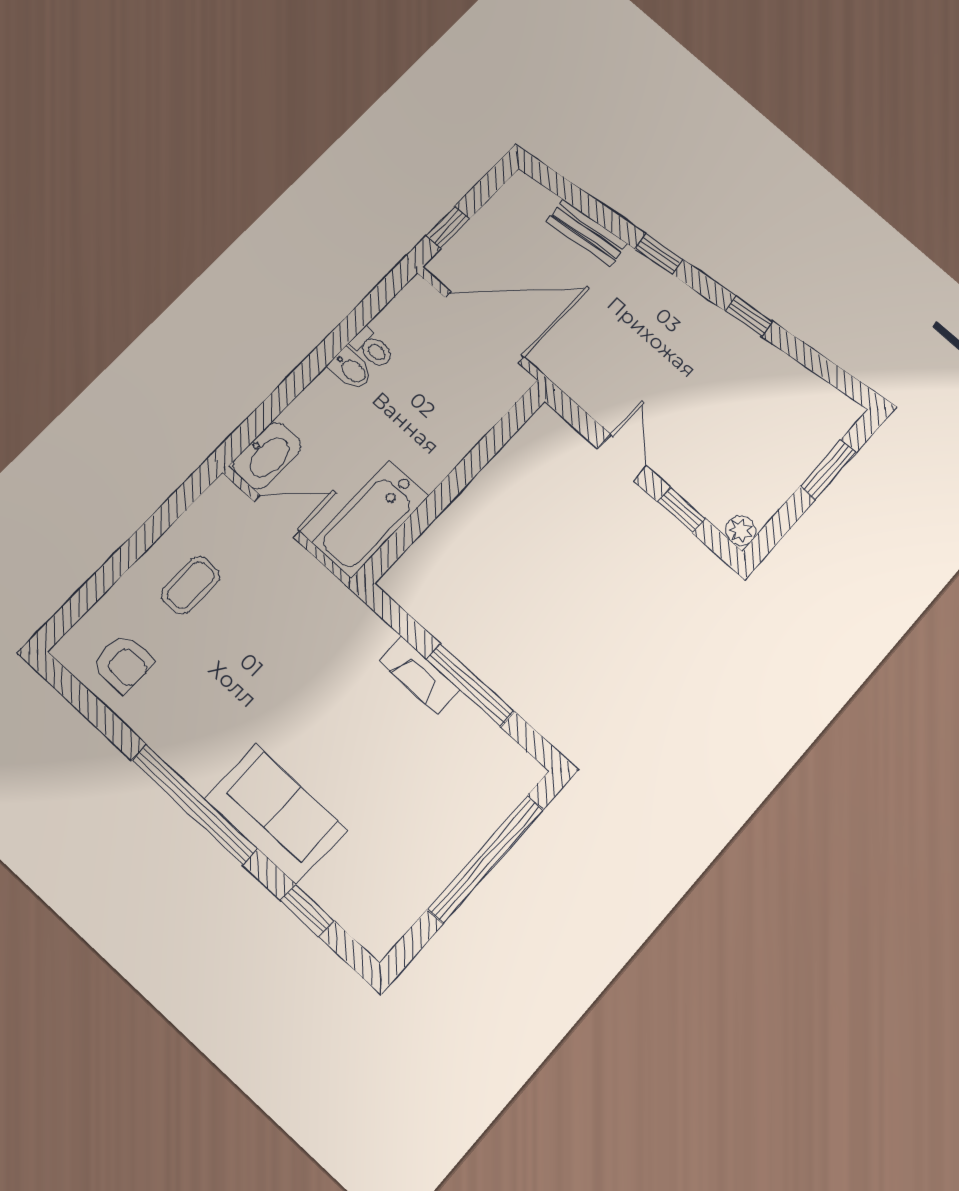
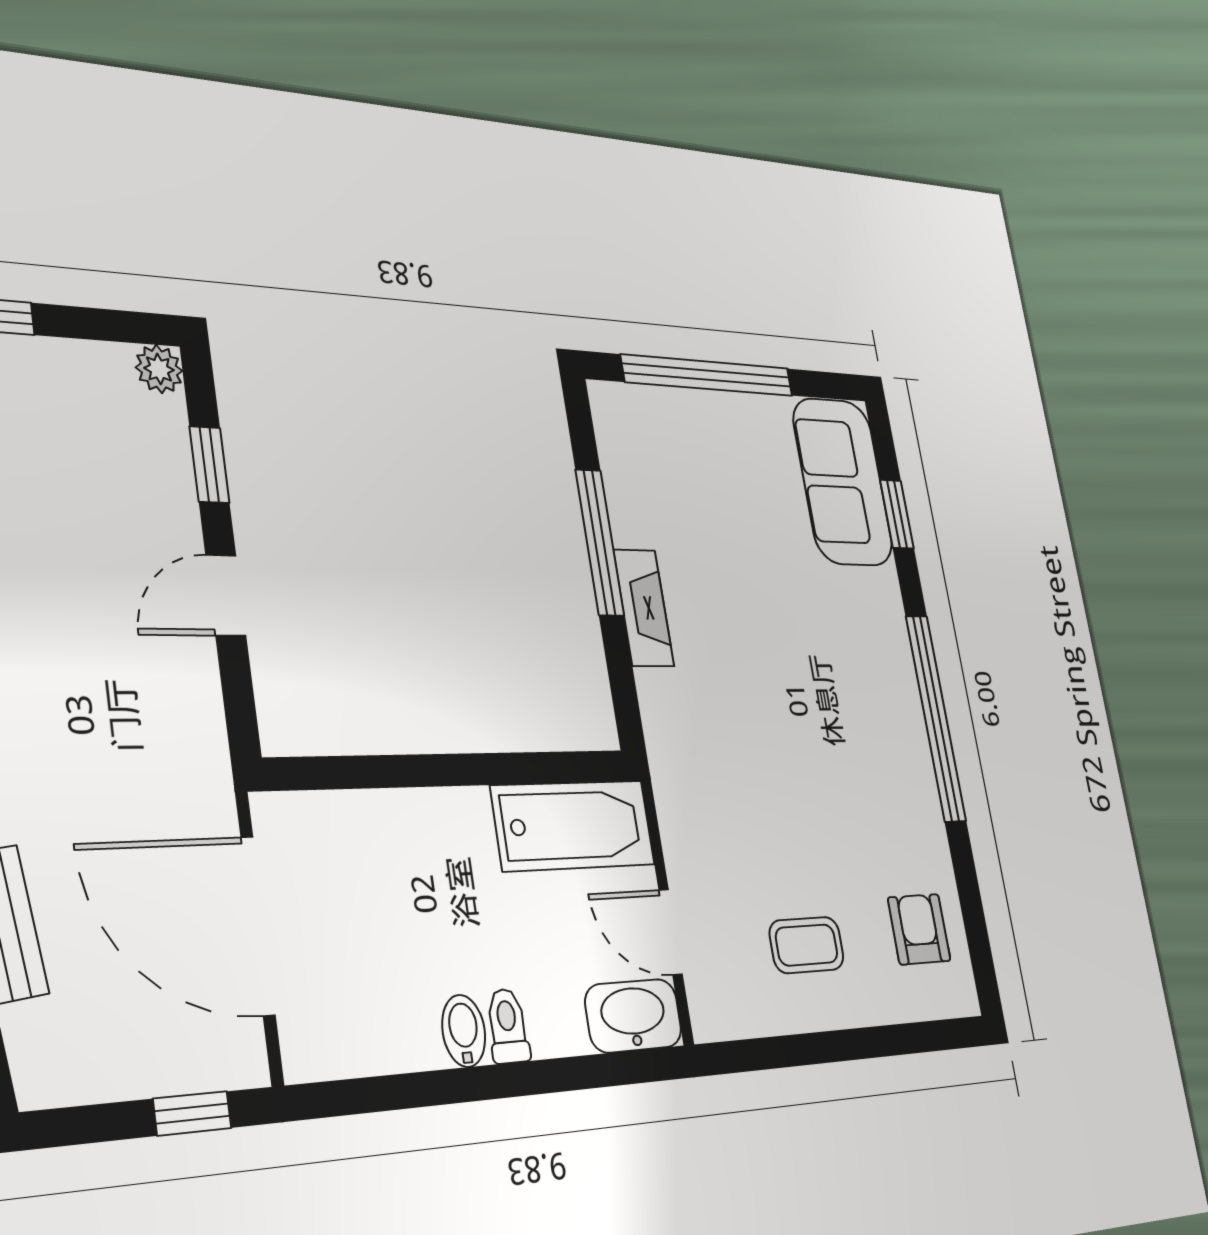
toilet: (372, 348) -> (508, 1026), moved
sofa: (276, 814) -> (843, 482), moved

